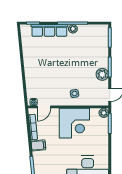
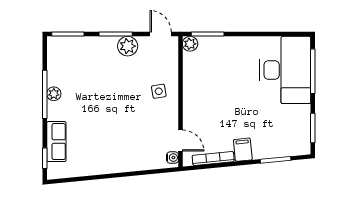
row of seats: (49, 30) -> (56, 142), width x0.68
corner desk: (74, 123) -> (207, 91), removed

